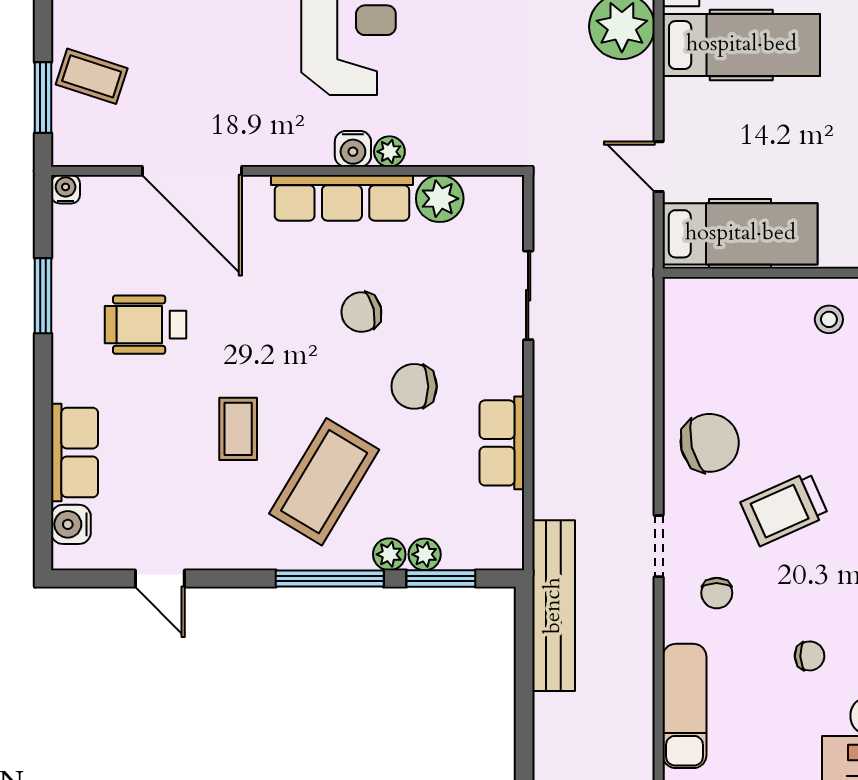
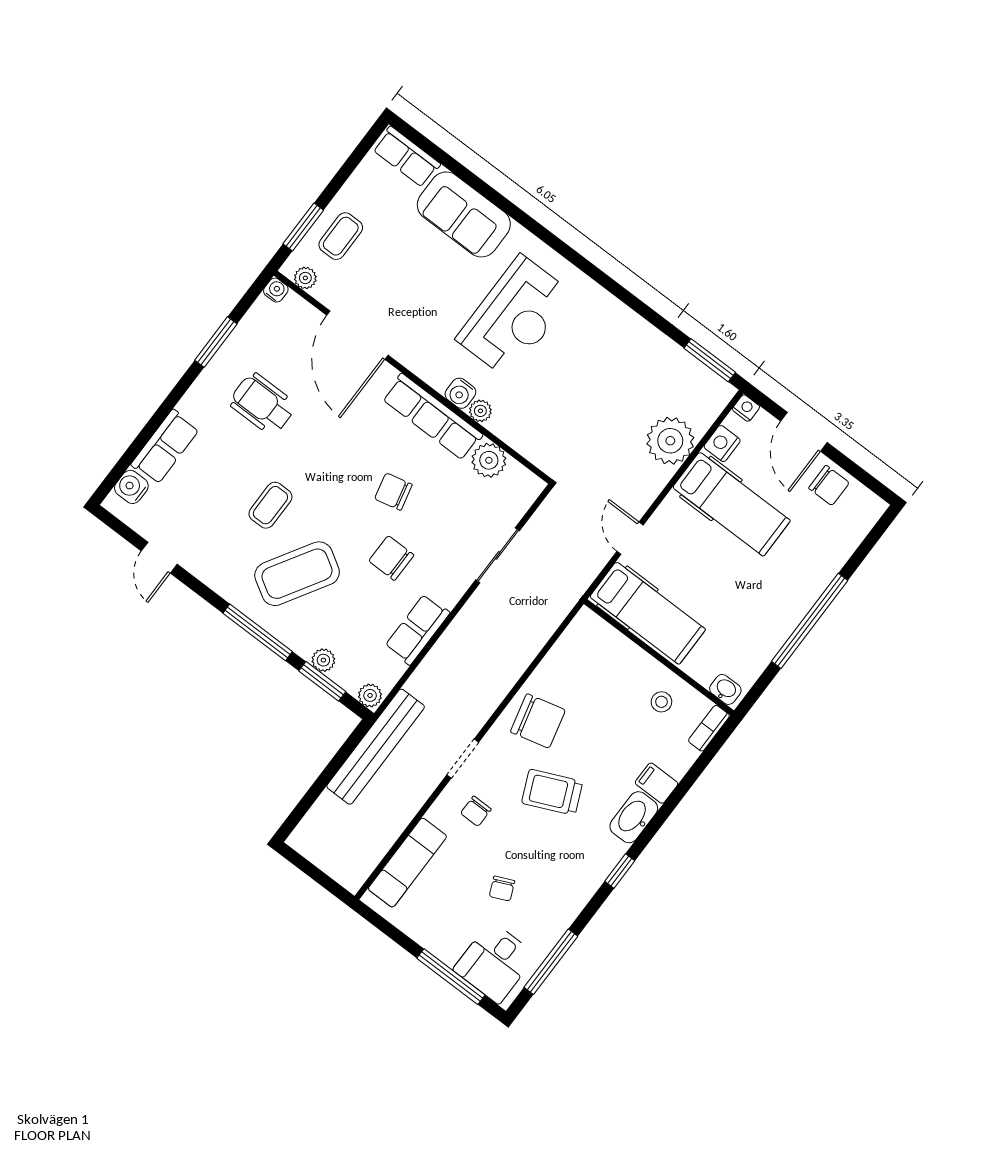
coffee table: (92, 76) -> (341, 236), turned 72
plant: (88, 152) -> (305, 278), added
plant: (389, 554) -> (370, 695), moved
chair: (810, 656) -> (502, 889), turned 68

